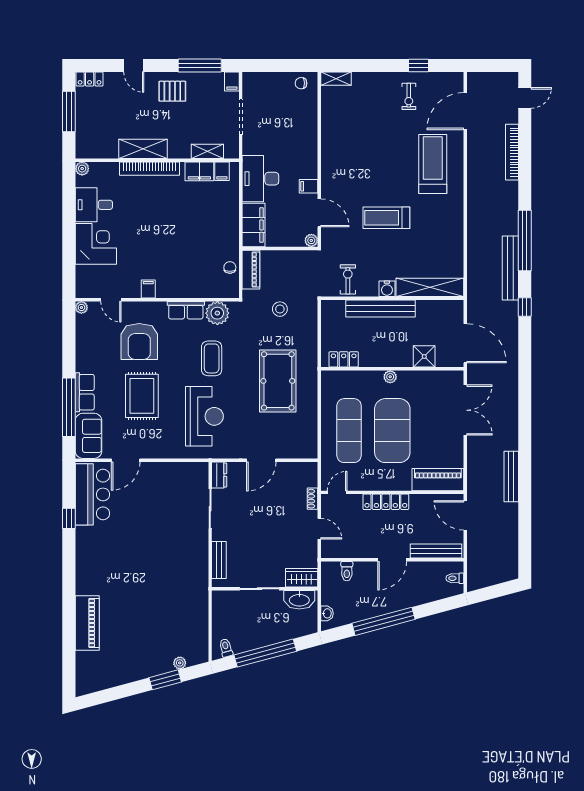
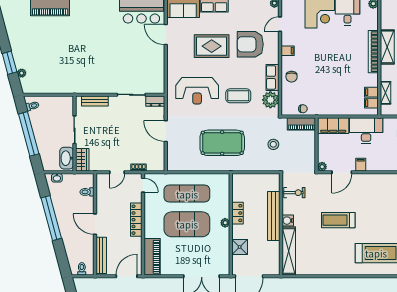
filing cabinet: (199, 171) -> (371, 92), width x0.50
treadmill: (386, 218) -> (338, 220), turned -90
chair: (185, 283) -> (292, 77), added
locker: (344, 359) -> (238, 213), moved

